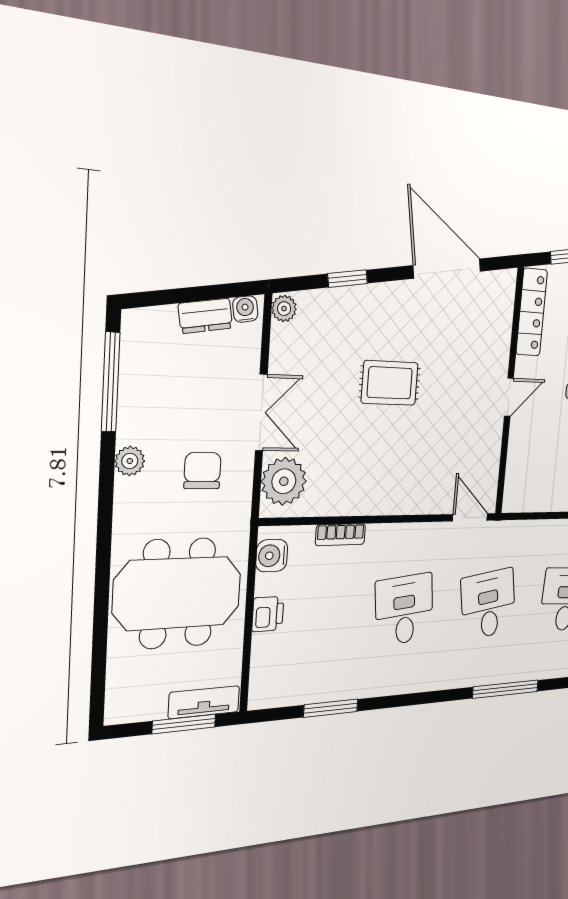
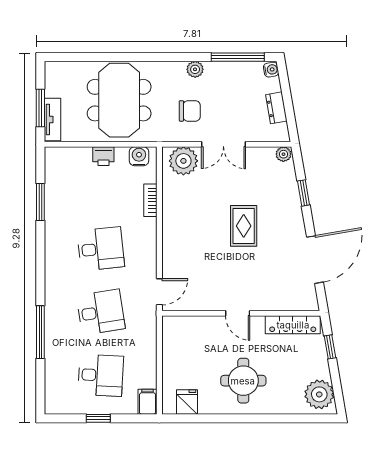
water cooler: (245, 309) -> (271, 70), moved

